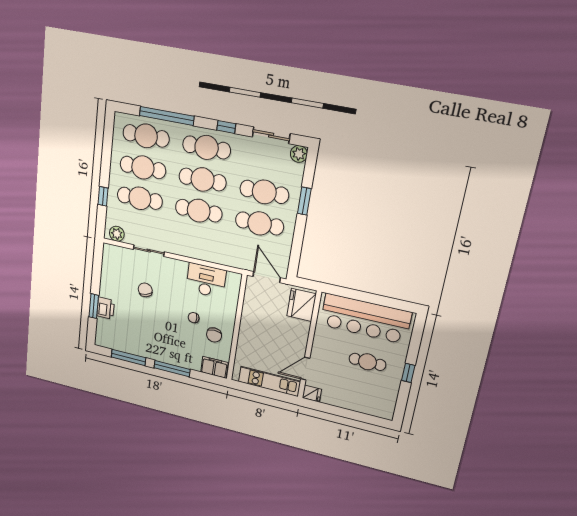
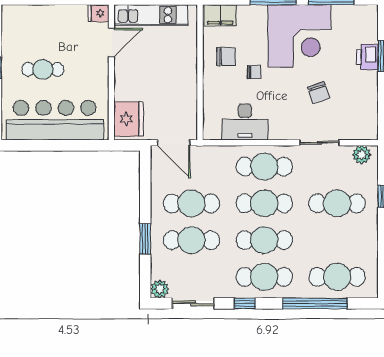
cafe table: (143, 167) -> (264, 167), moved
chair: (214, 335) -> (226, 57), turned 90
corner desk: (155, 337) -> (299, 36), added

